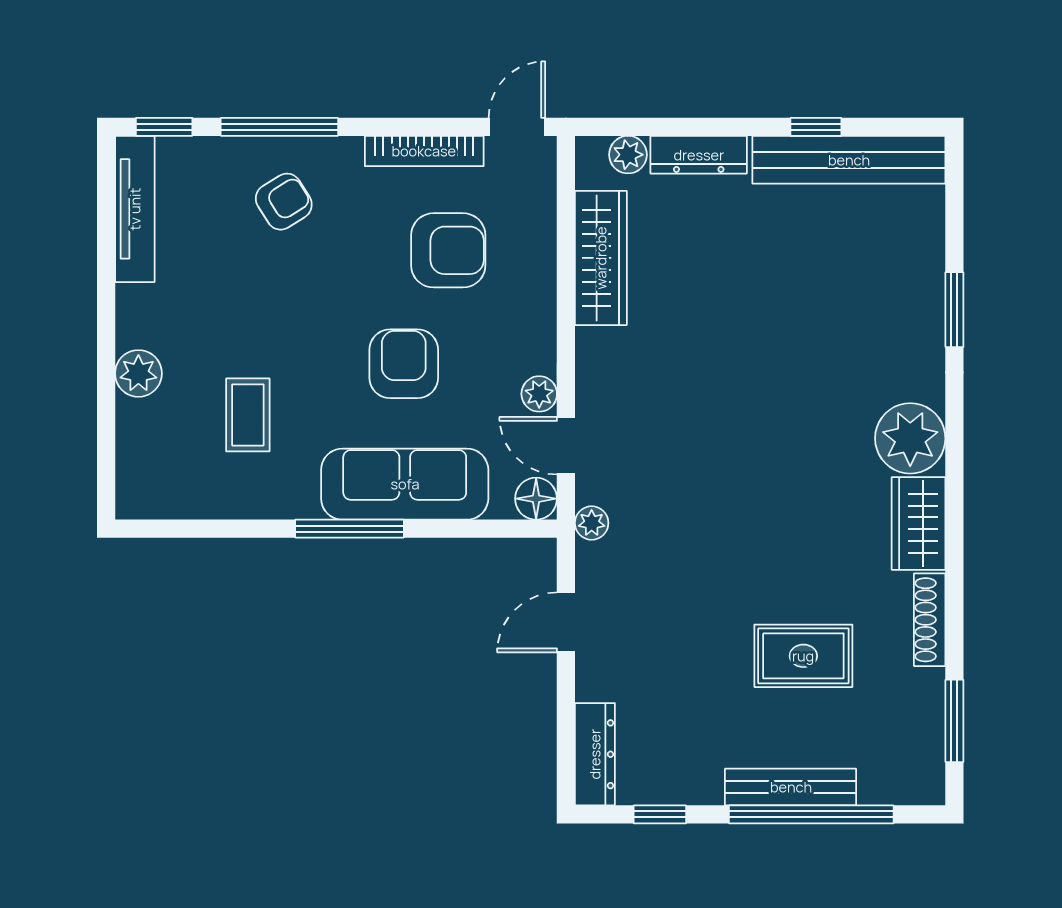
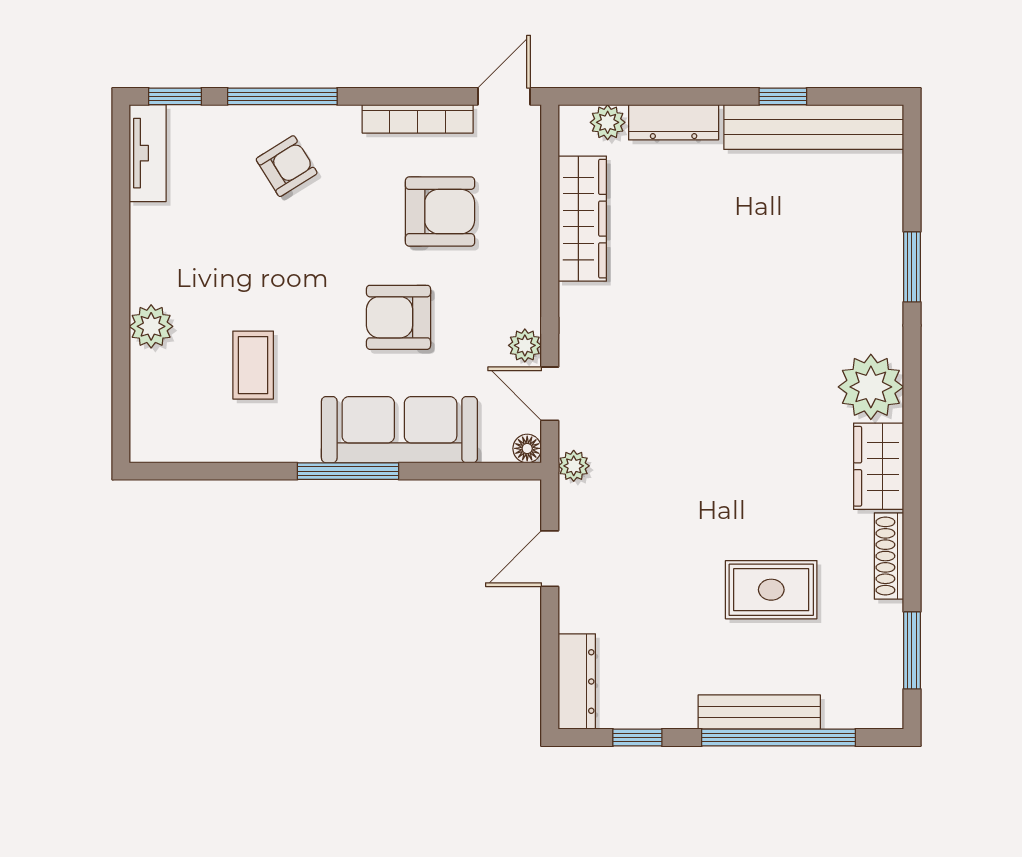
tv unit: (135, 209) -> (148, 153), width x0.71
armchair: (404, 364) -> (399, 317), turned -90
floor lamp: (536, 499) -> (527, 448), width x0.73, depth x0.73

